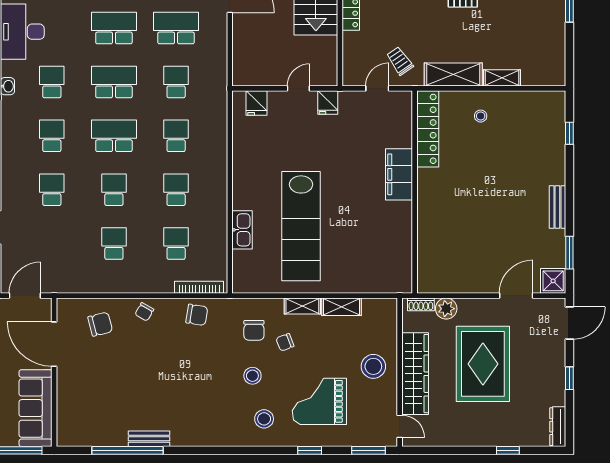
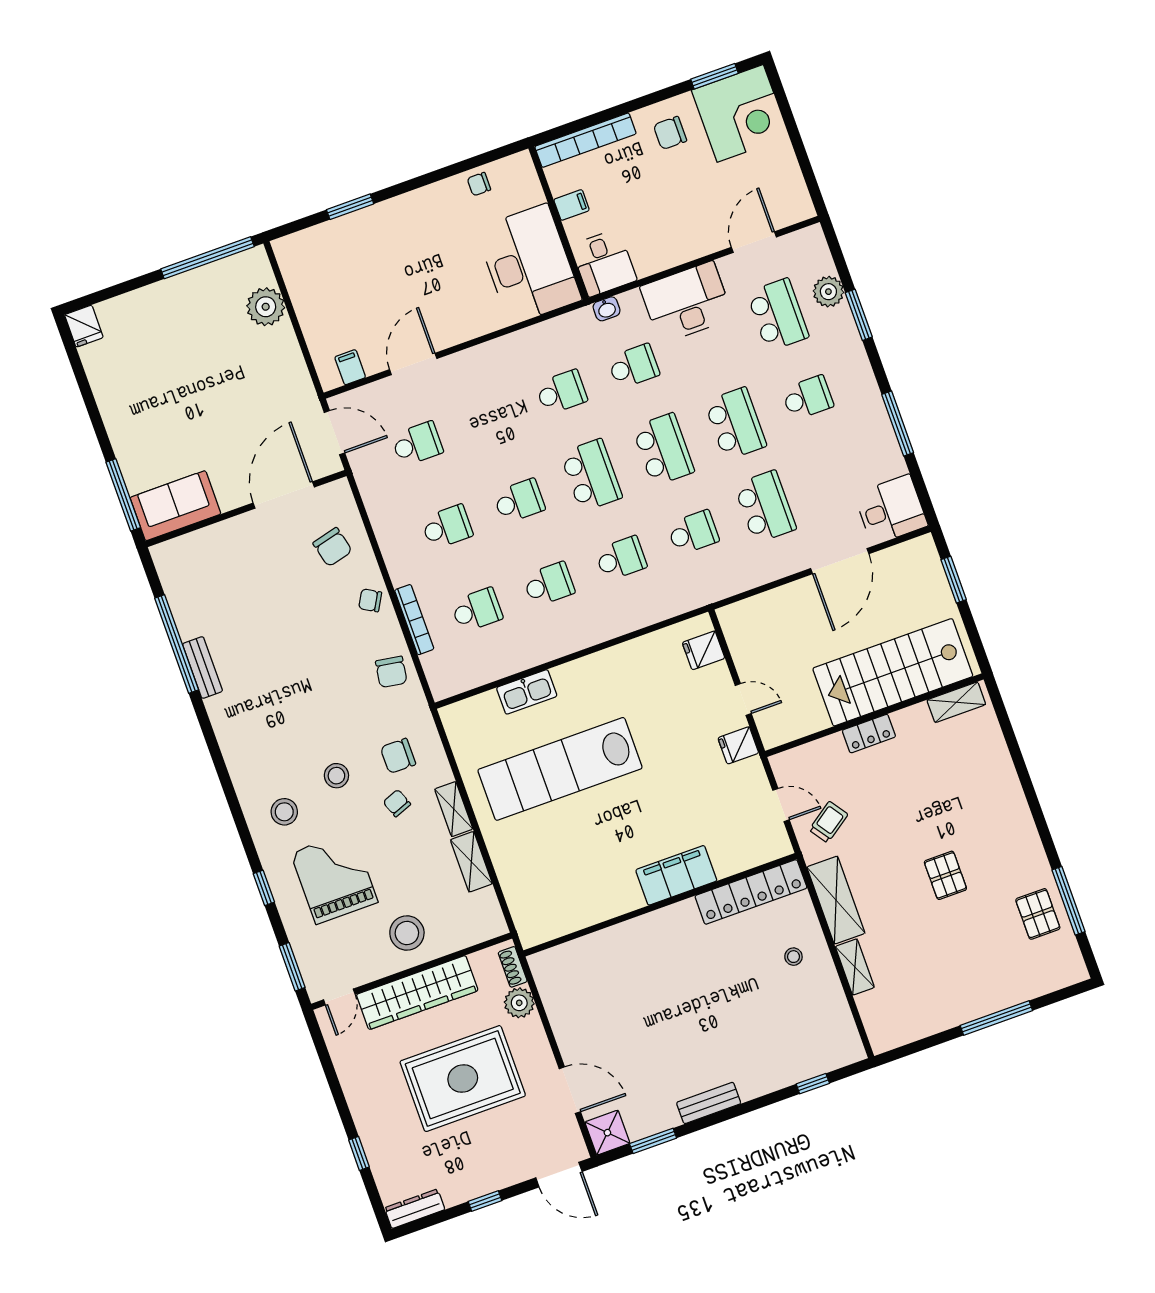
school desk: (52, 190) -> (417, 444), moved
bookcase: (199, 287) -> (414, 620), moved
sofa: (36, 408) -> (175, 506), width x0.73

